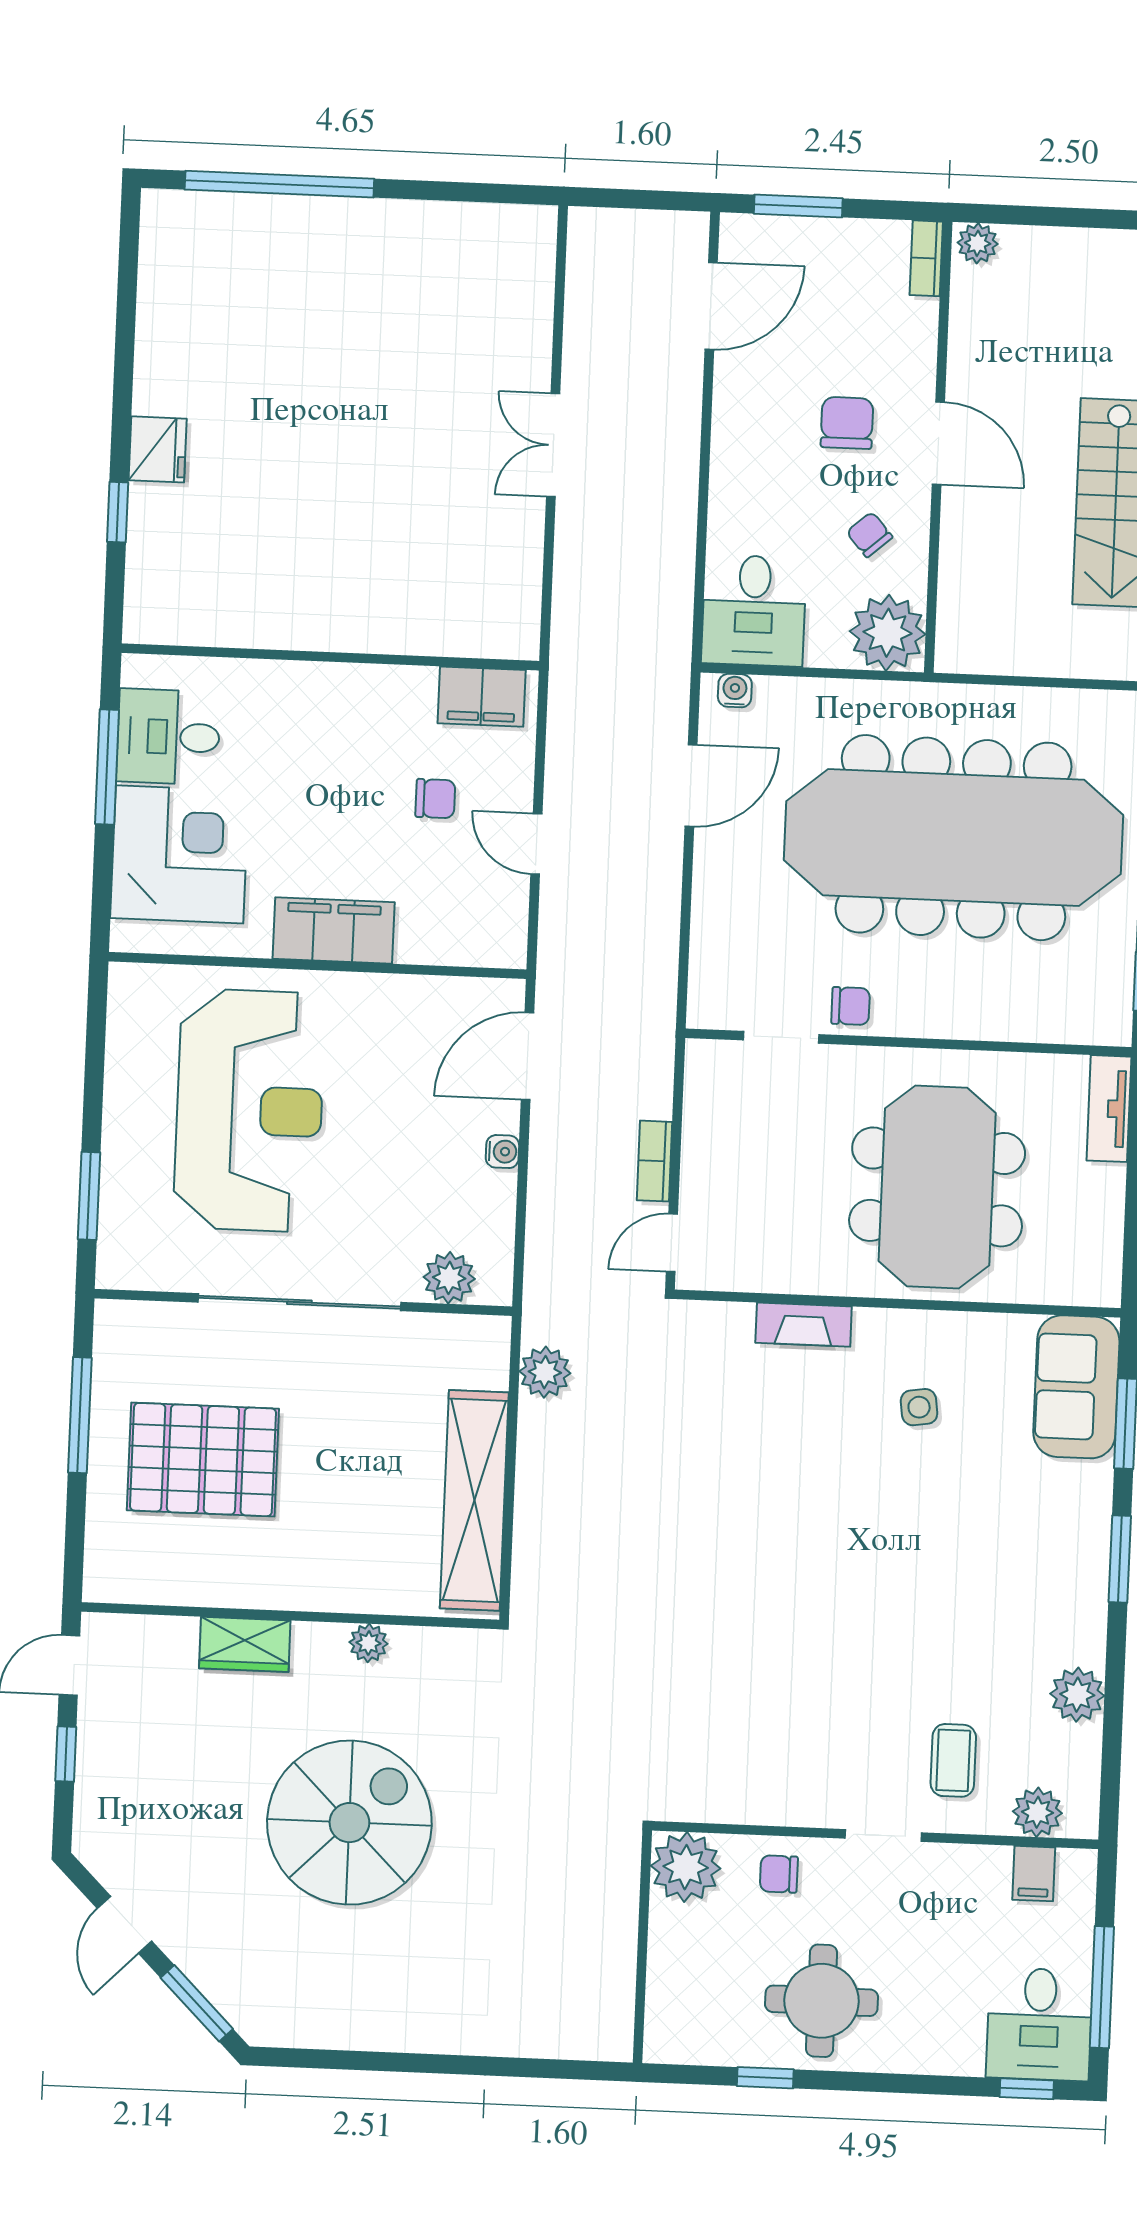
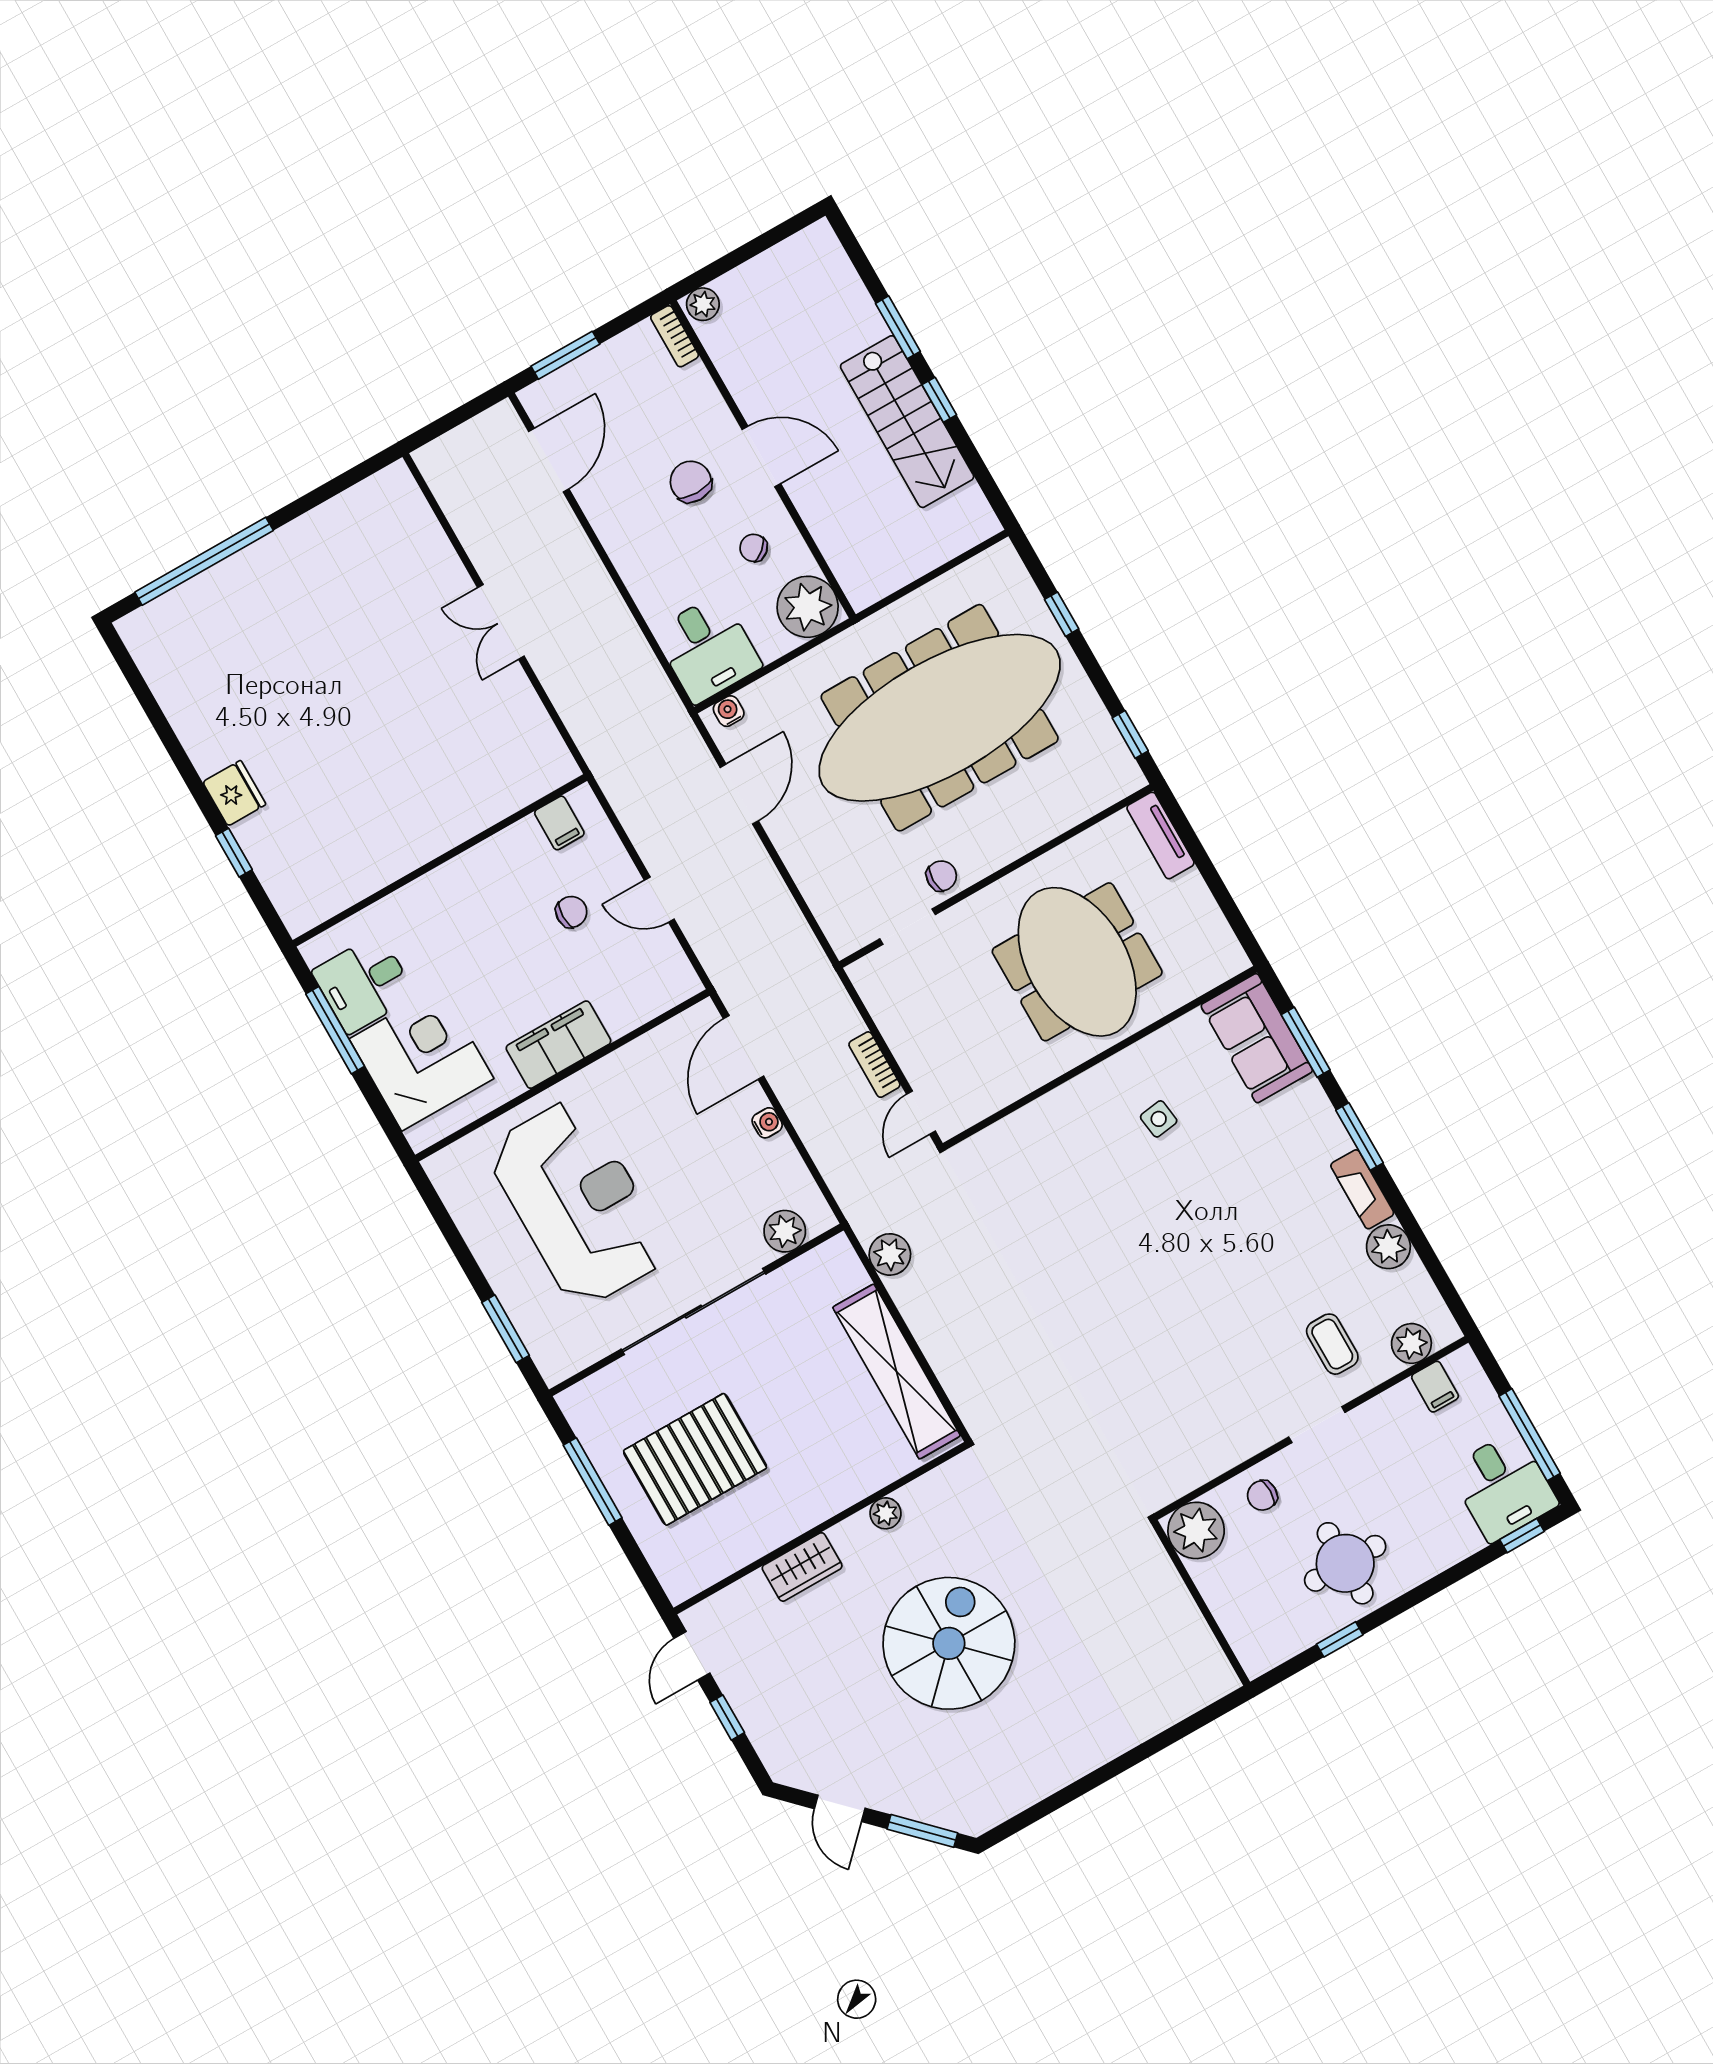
filing cabinet: (482, 697) -> (559, 823), width x0.50
fireplace: (804, 1325) -> (1362, 1189), moved, turned 90

